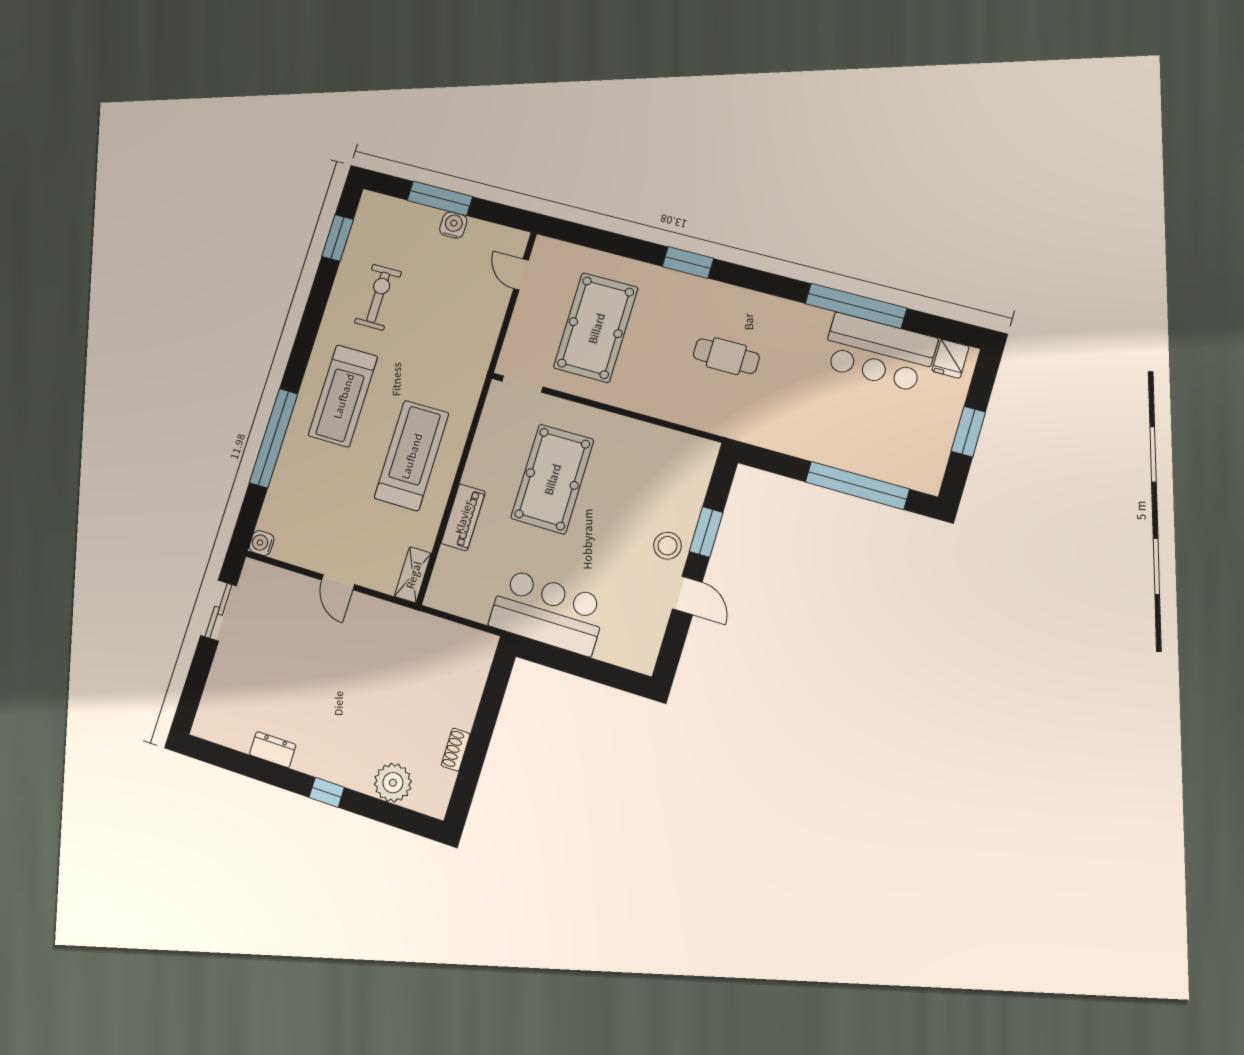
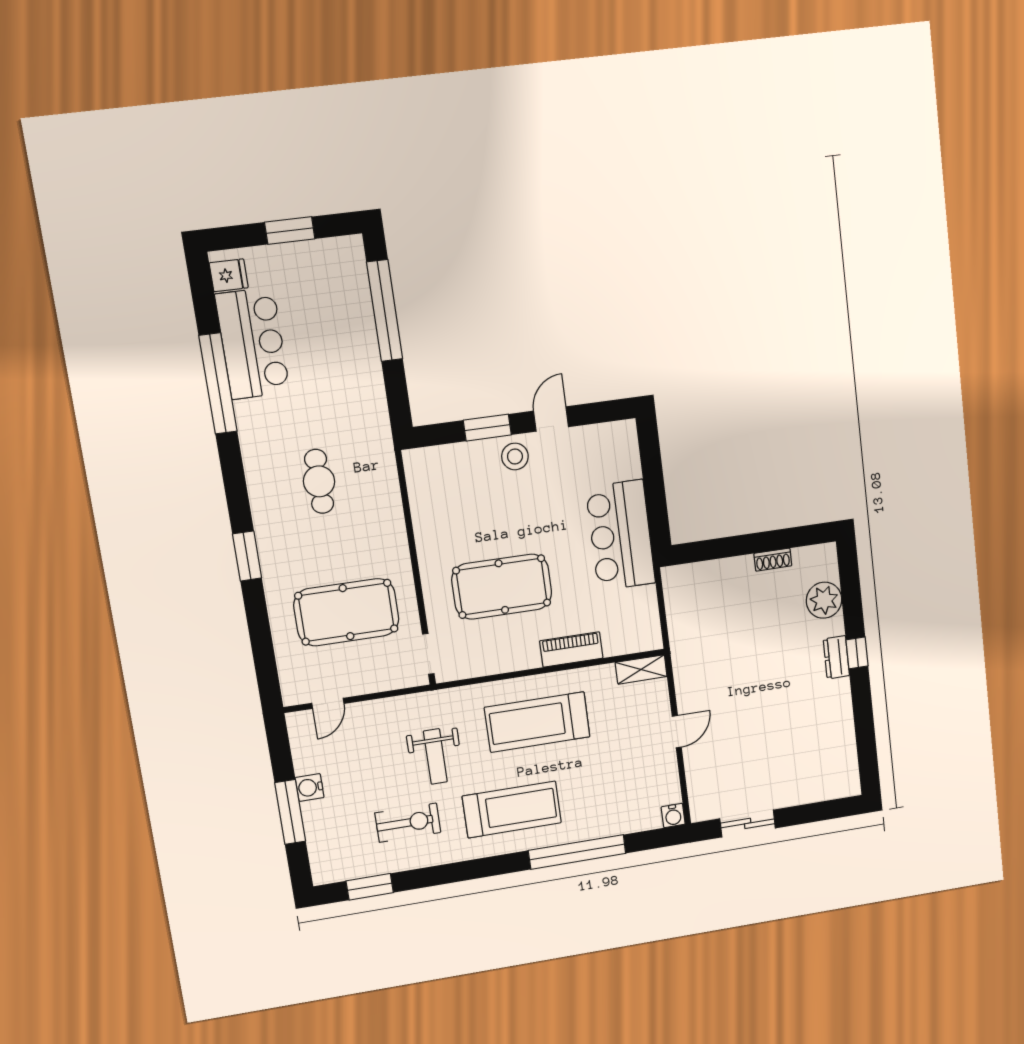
exercise bike: (378, 297) -> (408, 823), turned 180
weight bench: (426, 349) -> (435, 756), added
dresser: (273, 750) -> (836, 657), moved

